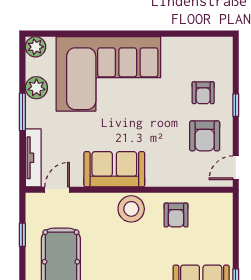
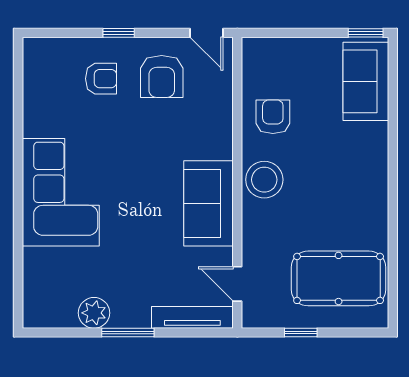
plant: (36, 47) -> (37, 314), removed
corner sofa: (108, 74) -> (61, 192), width x0.73, depth x0.74
armchair: (205, 136) -> (162, 76), turned 90
armchair: (176, 215) -> (273, 117), turned -90

